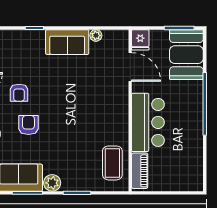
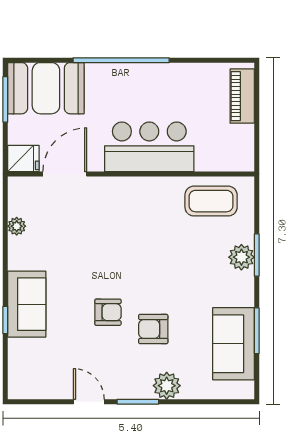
sofa: (67, 42) -> (27, 304), moved
armchair: (19, 93) -> (108, 312), moved
piano: (140, 171) -> (242, 96), moved, turned -90
plant: (52, 183) -> (241, 257), moved

